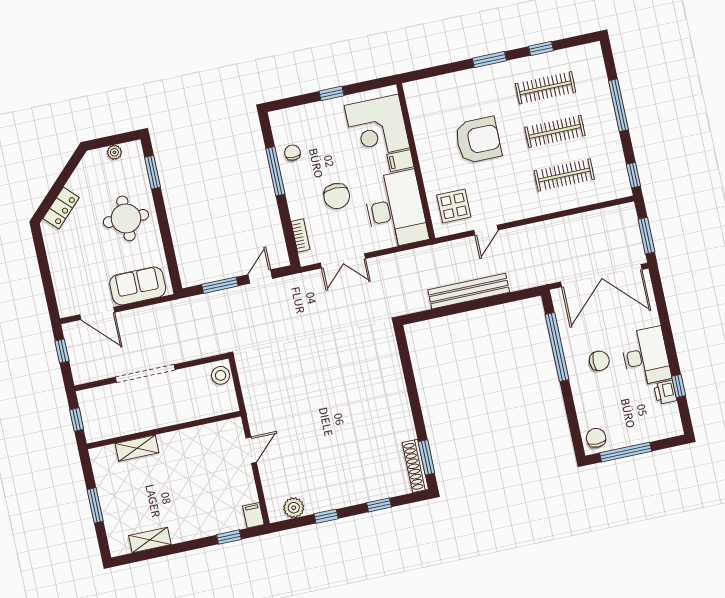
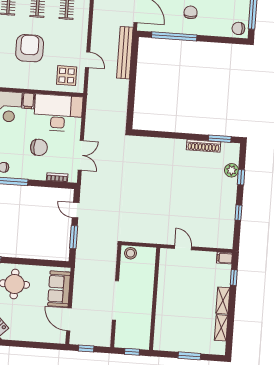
bench: (469, 291) -> (125, 53), moved
door: (97, 313) -> (69, 319), swing flipped
shelving: (137, 448) -> (223, 301), moved
shoe rack: (415, 466) -> (203, 146), moved
plant: (294, 508) -> (231, 170), moved

